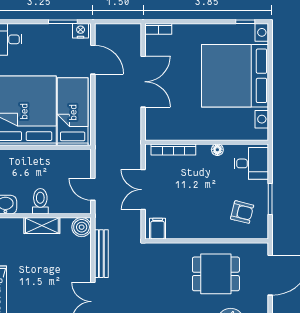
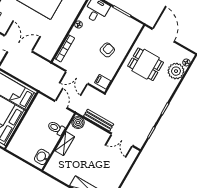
door: (93, 189) -> (61, 104), swing flipped
toilet: (40, 201) -> (56, 128), moved
armchair: (242, 212) -> (107, 50), moved
dining table: (216, 274) -> (146, 64), turned 90

